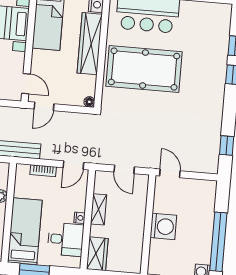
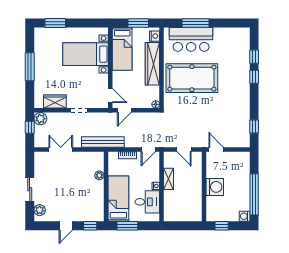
wardrobe: (97, 254) -> (170, 210), removed

